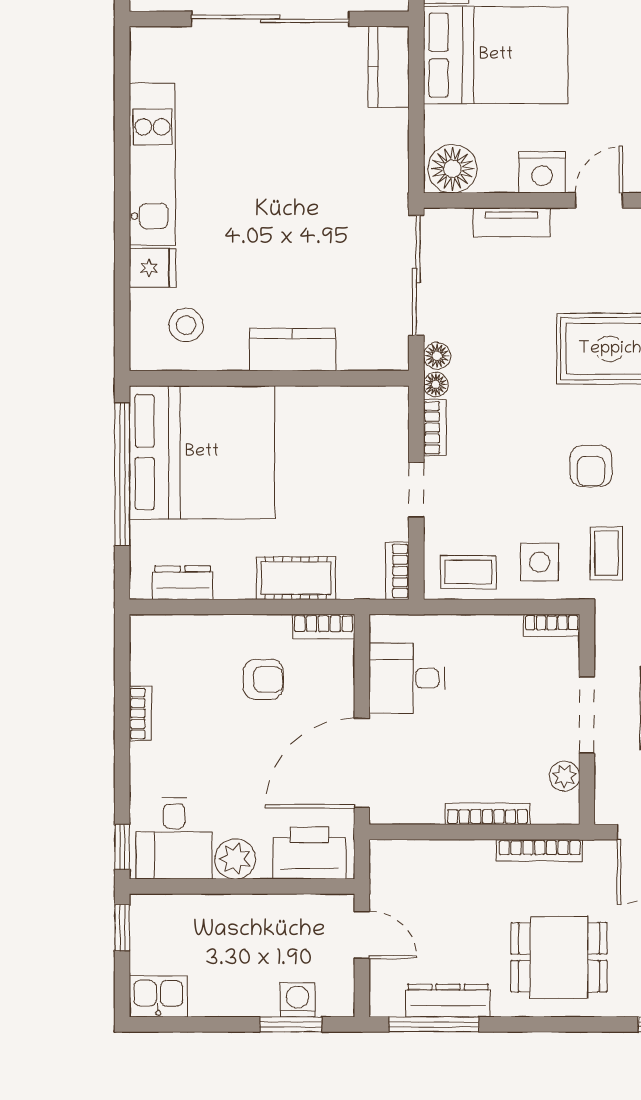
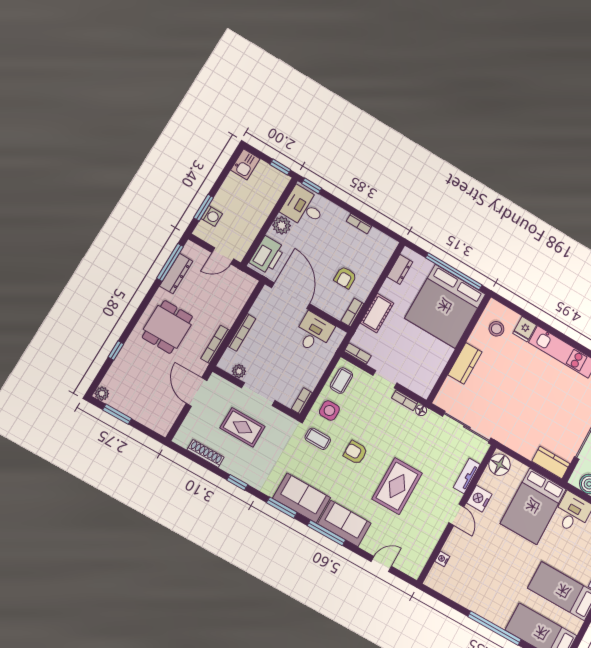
floor lamp: (437, 356) -> (432, 417), removed

